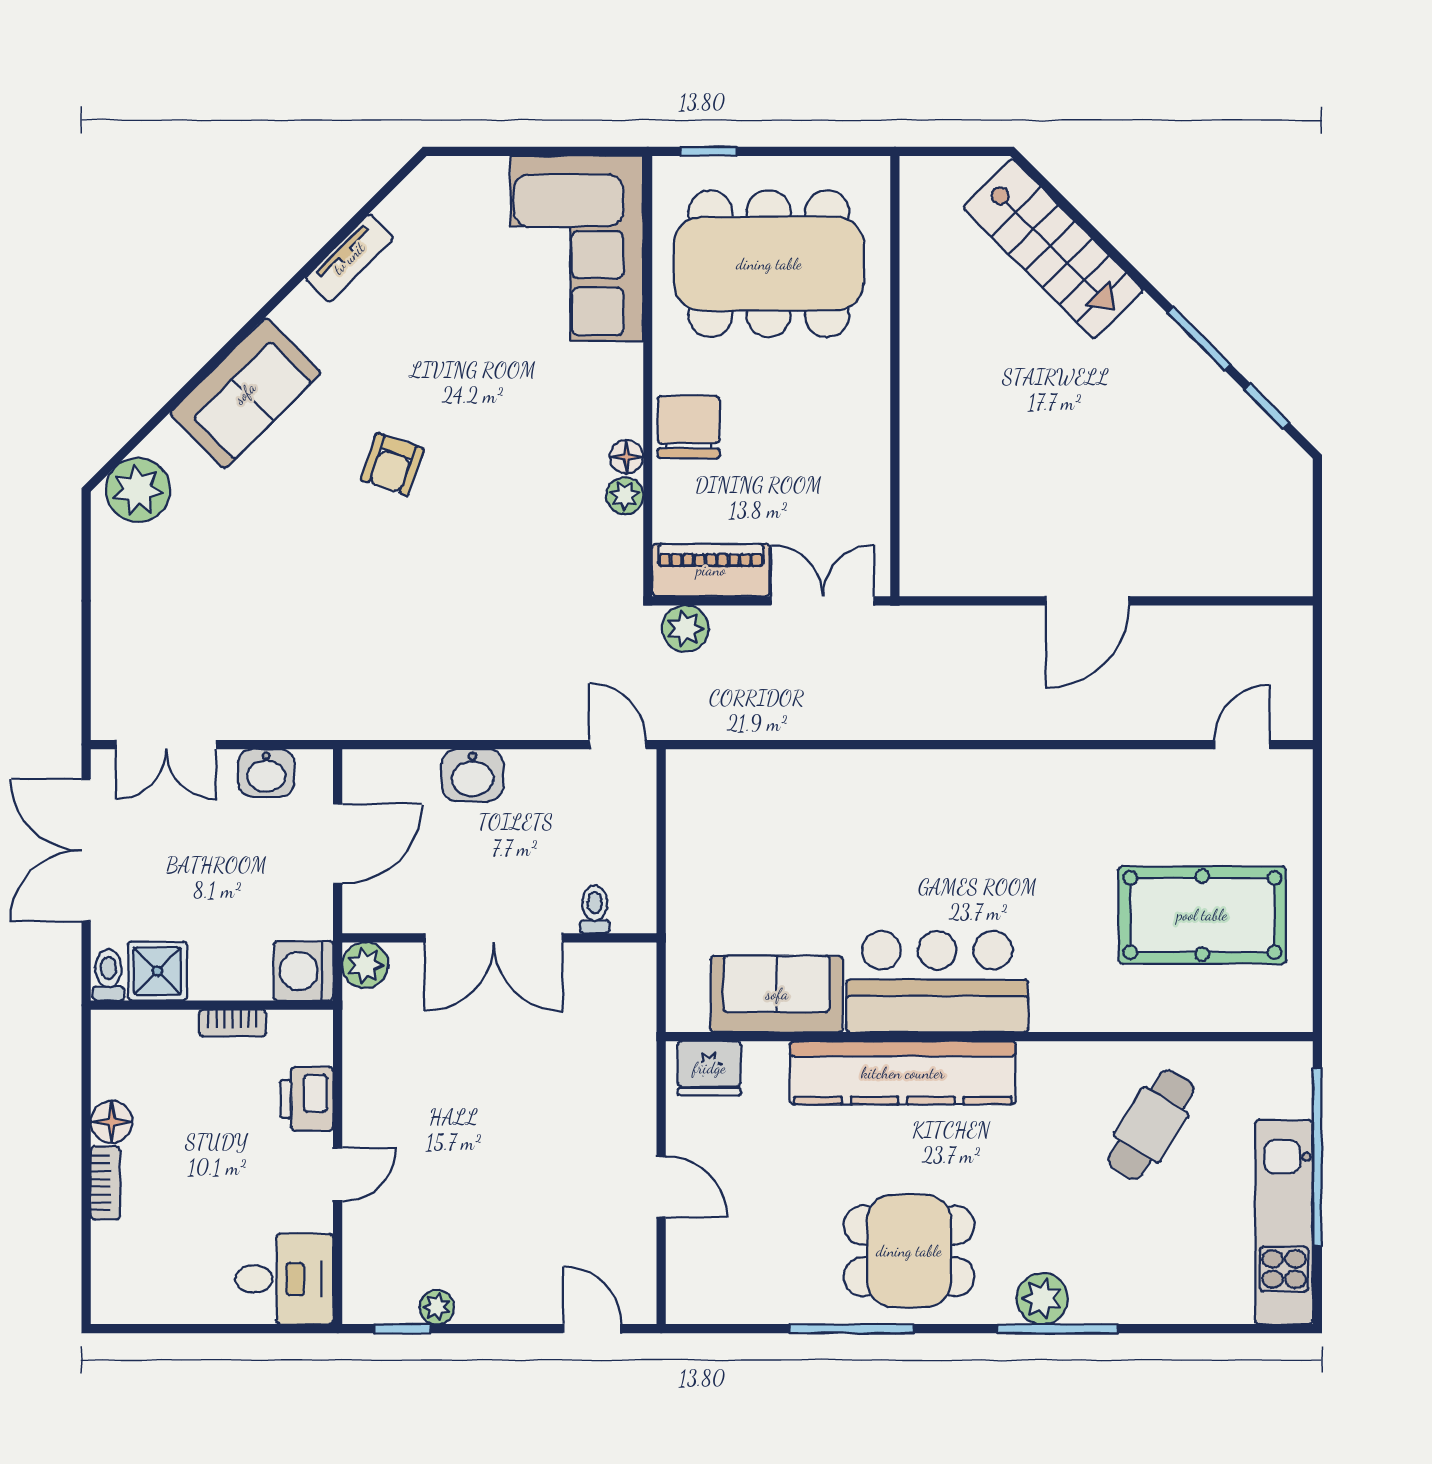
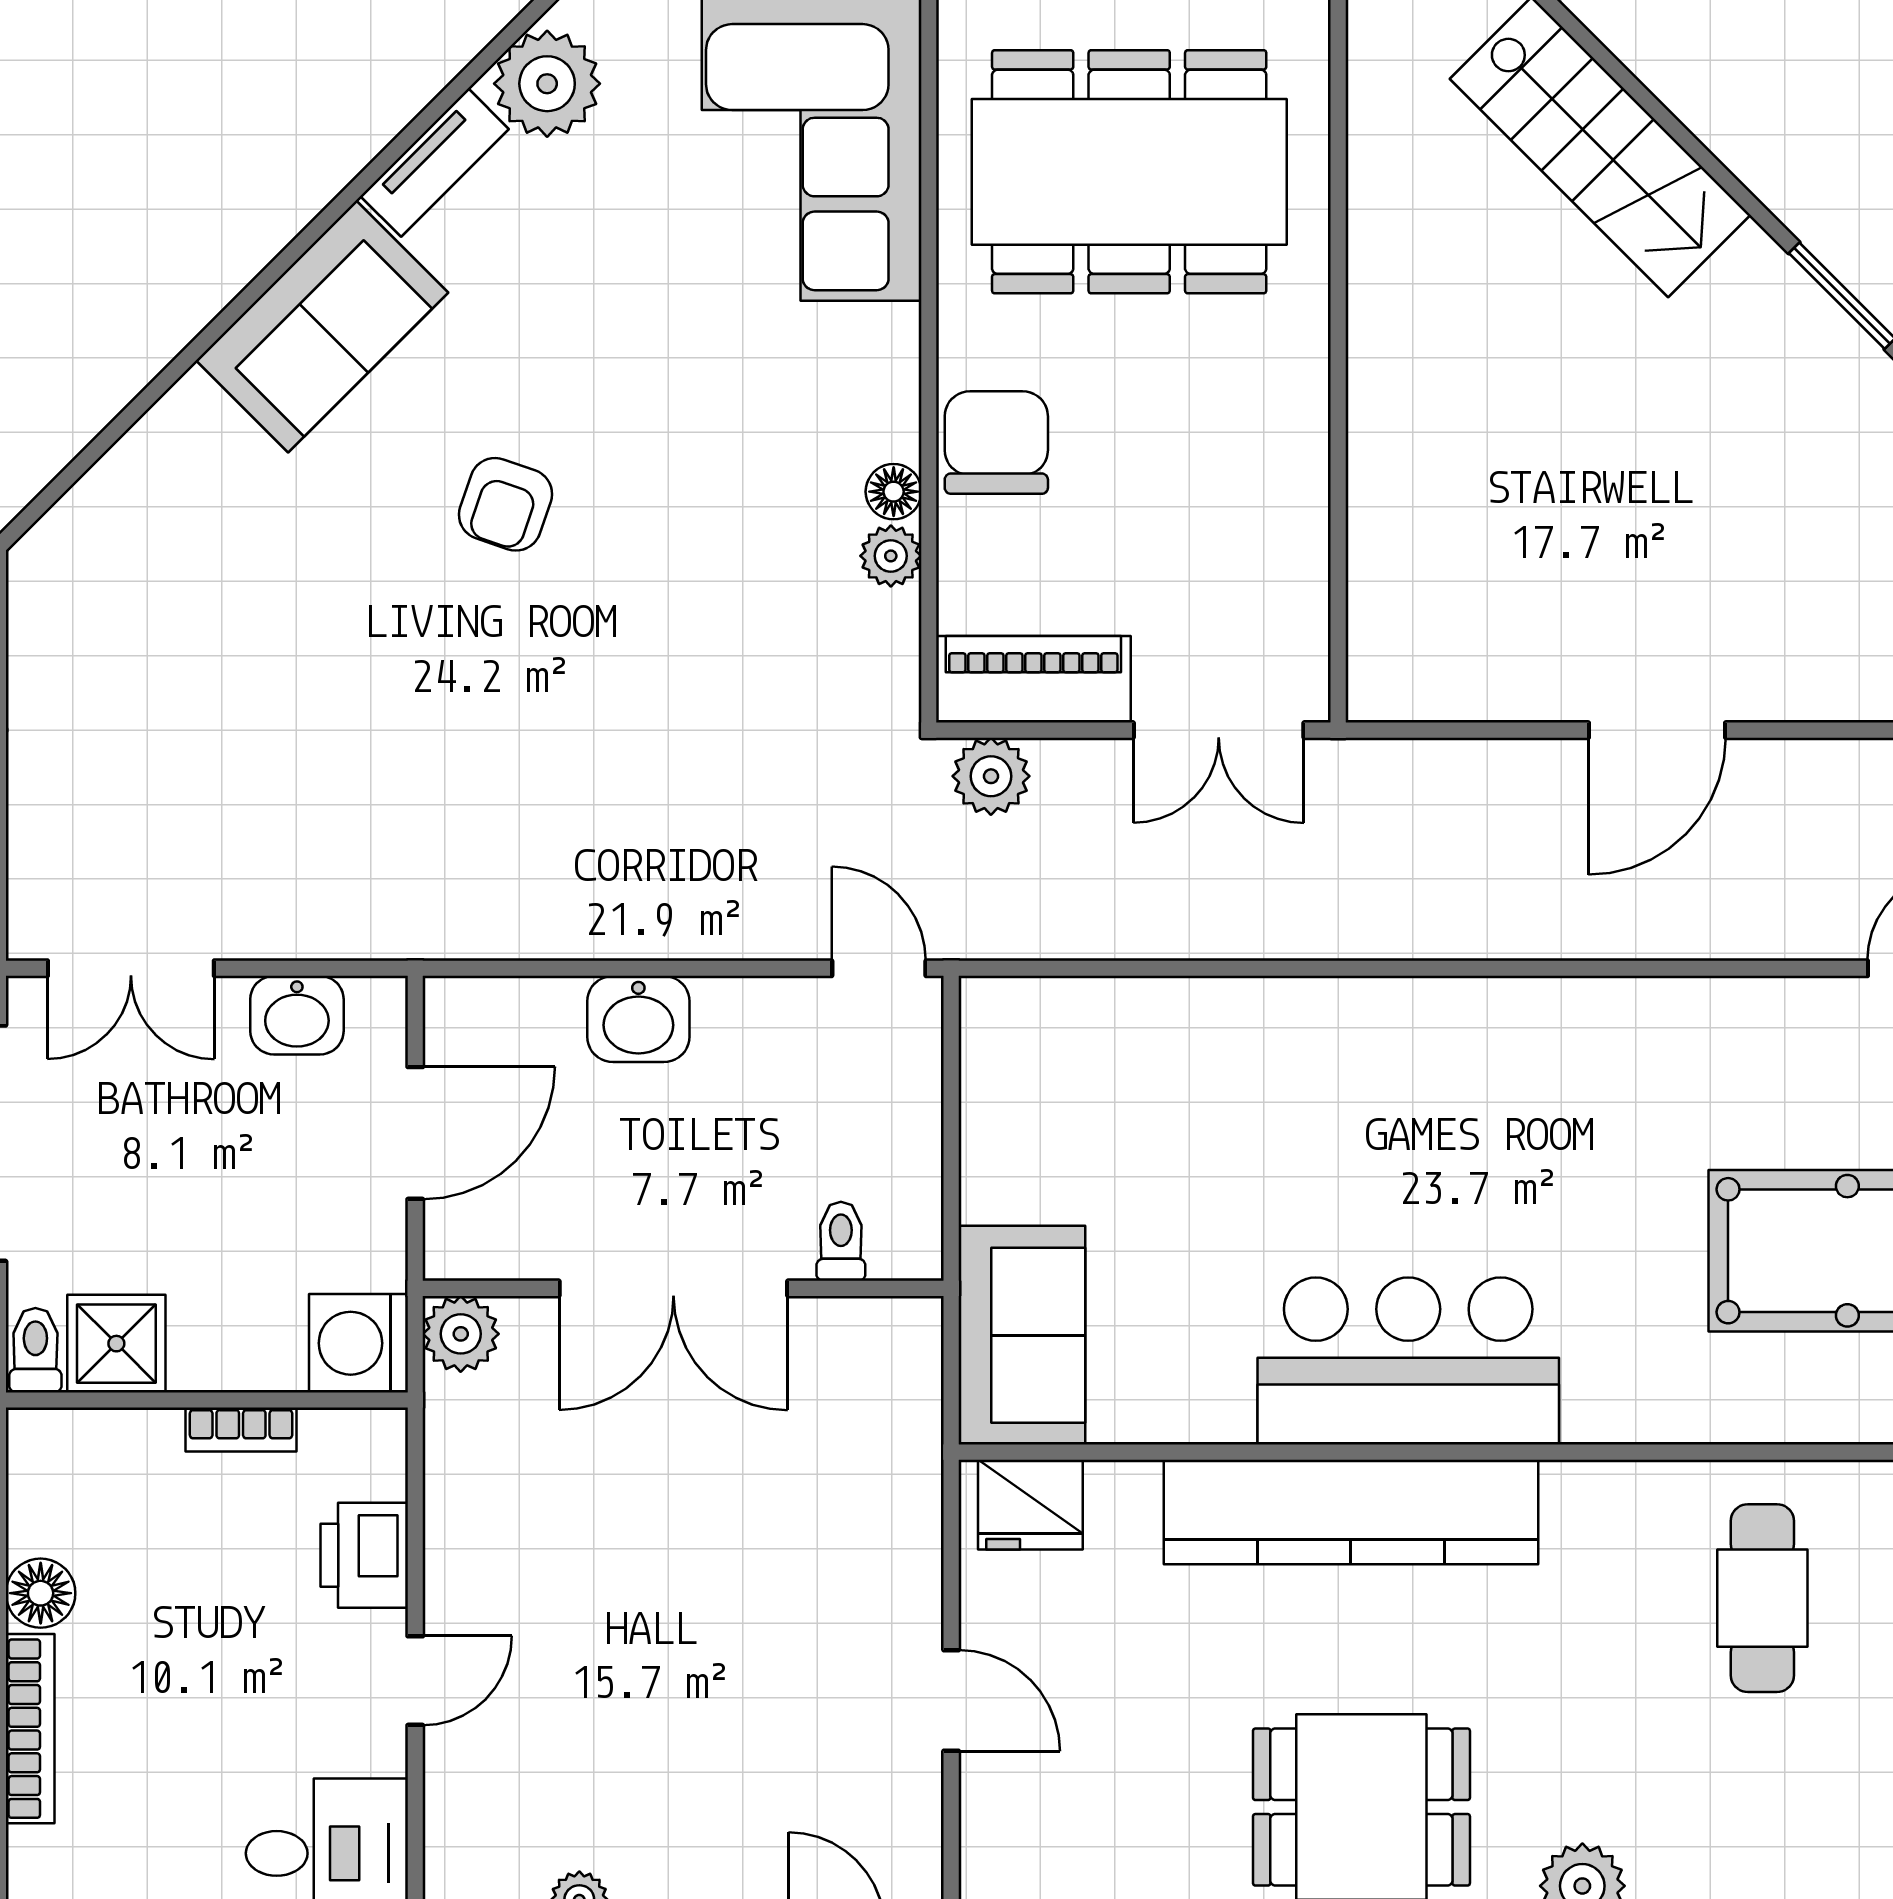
sofa: (245, 393) -> (322, 326), moved
plant: (138, 490) -> (547, 84), moved
double door: (823, 601) -> (1219, 730), swing flipped
sofa: (777, 994) -> (1022, 1335), moved, turned 90
cafe table: (1151, 1125) -> (1762, 1598), turned -32
bookcase: (105, 1183) -> (30, 1729), width x1.56

